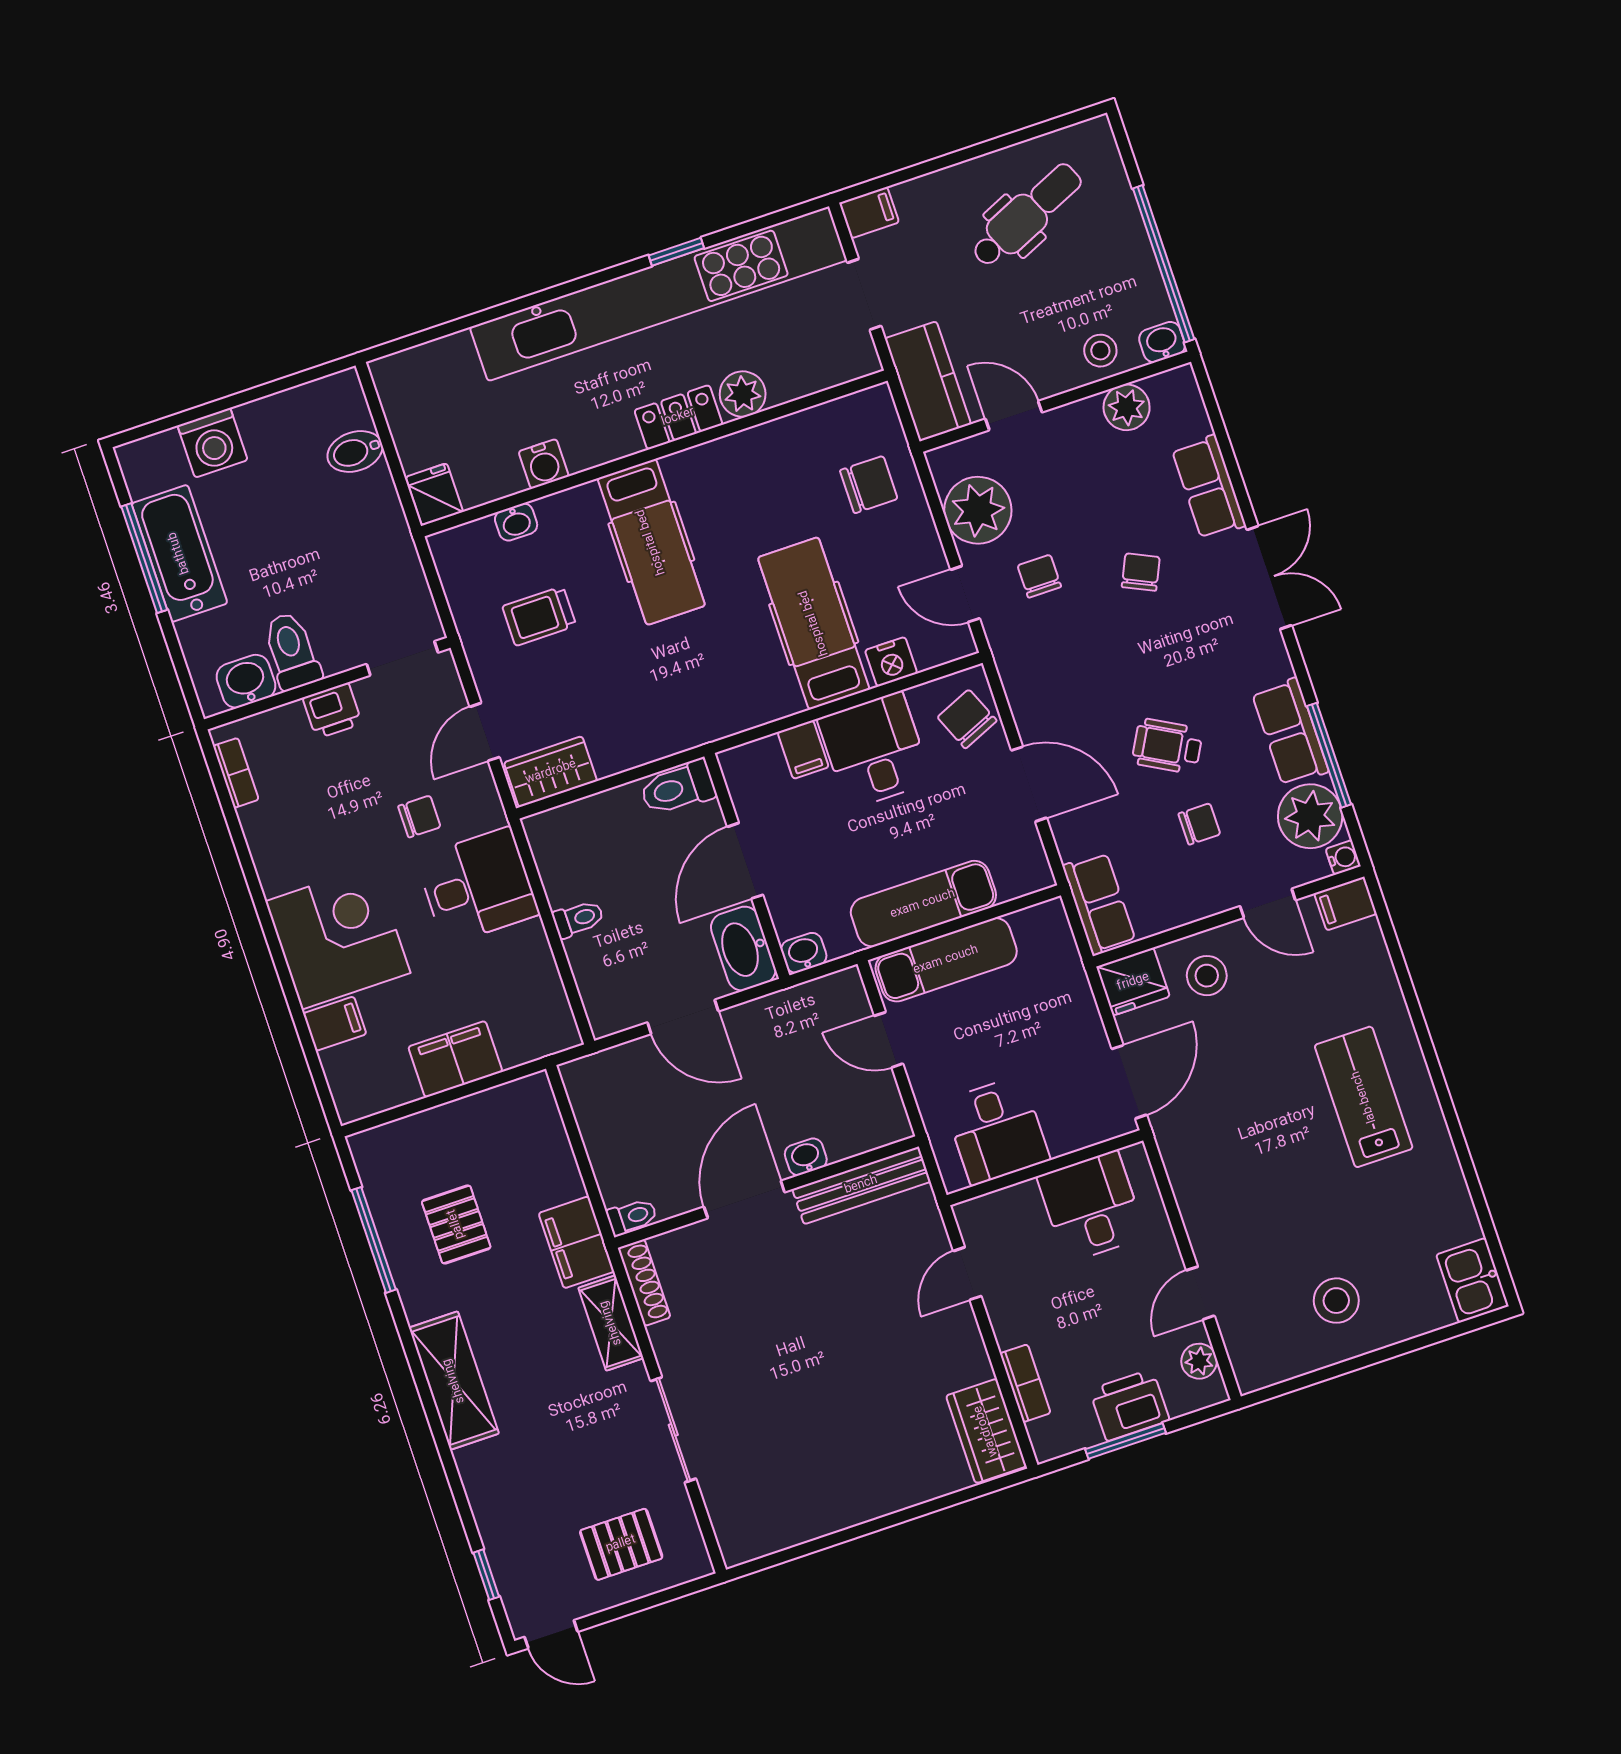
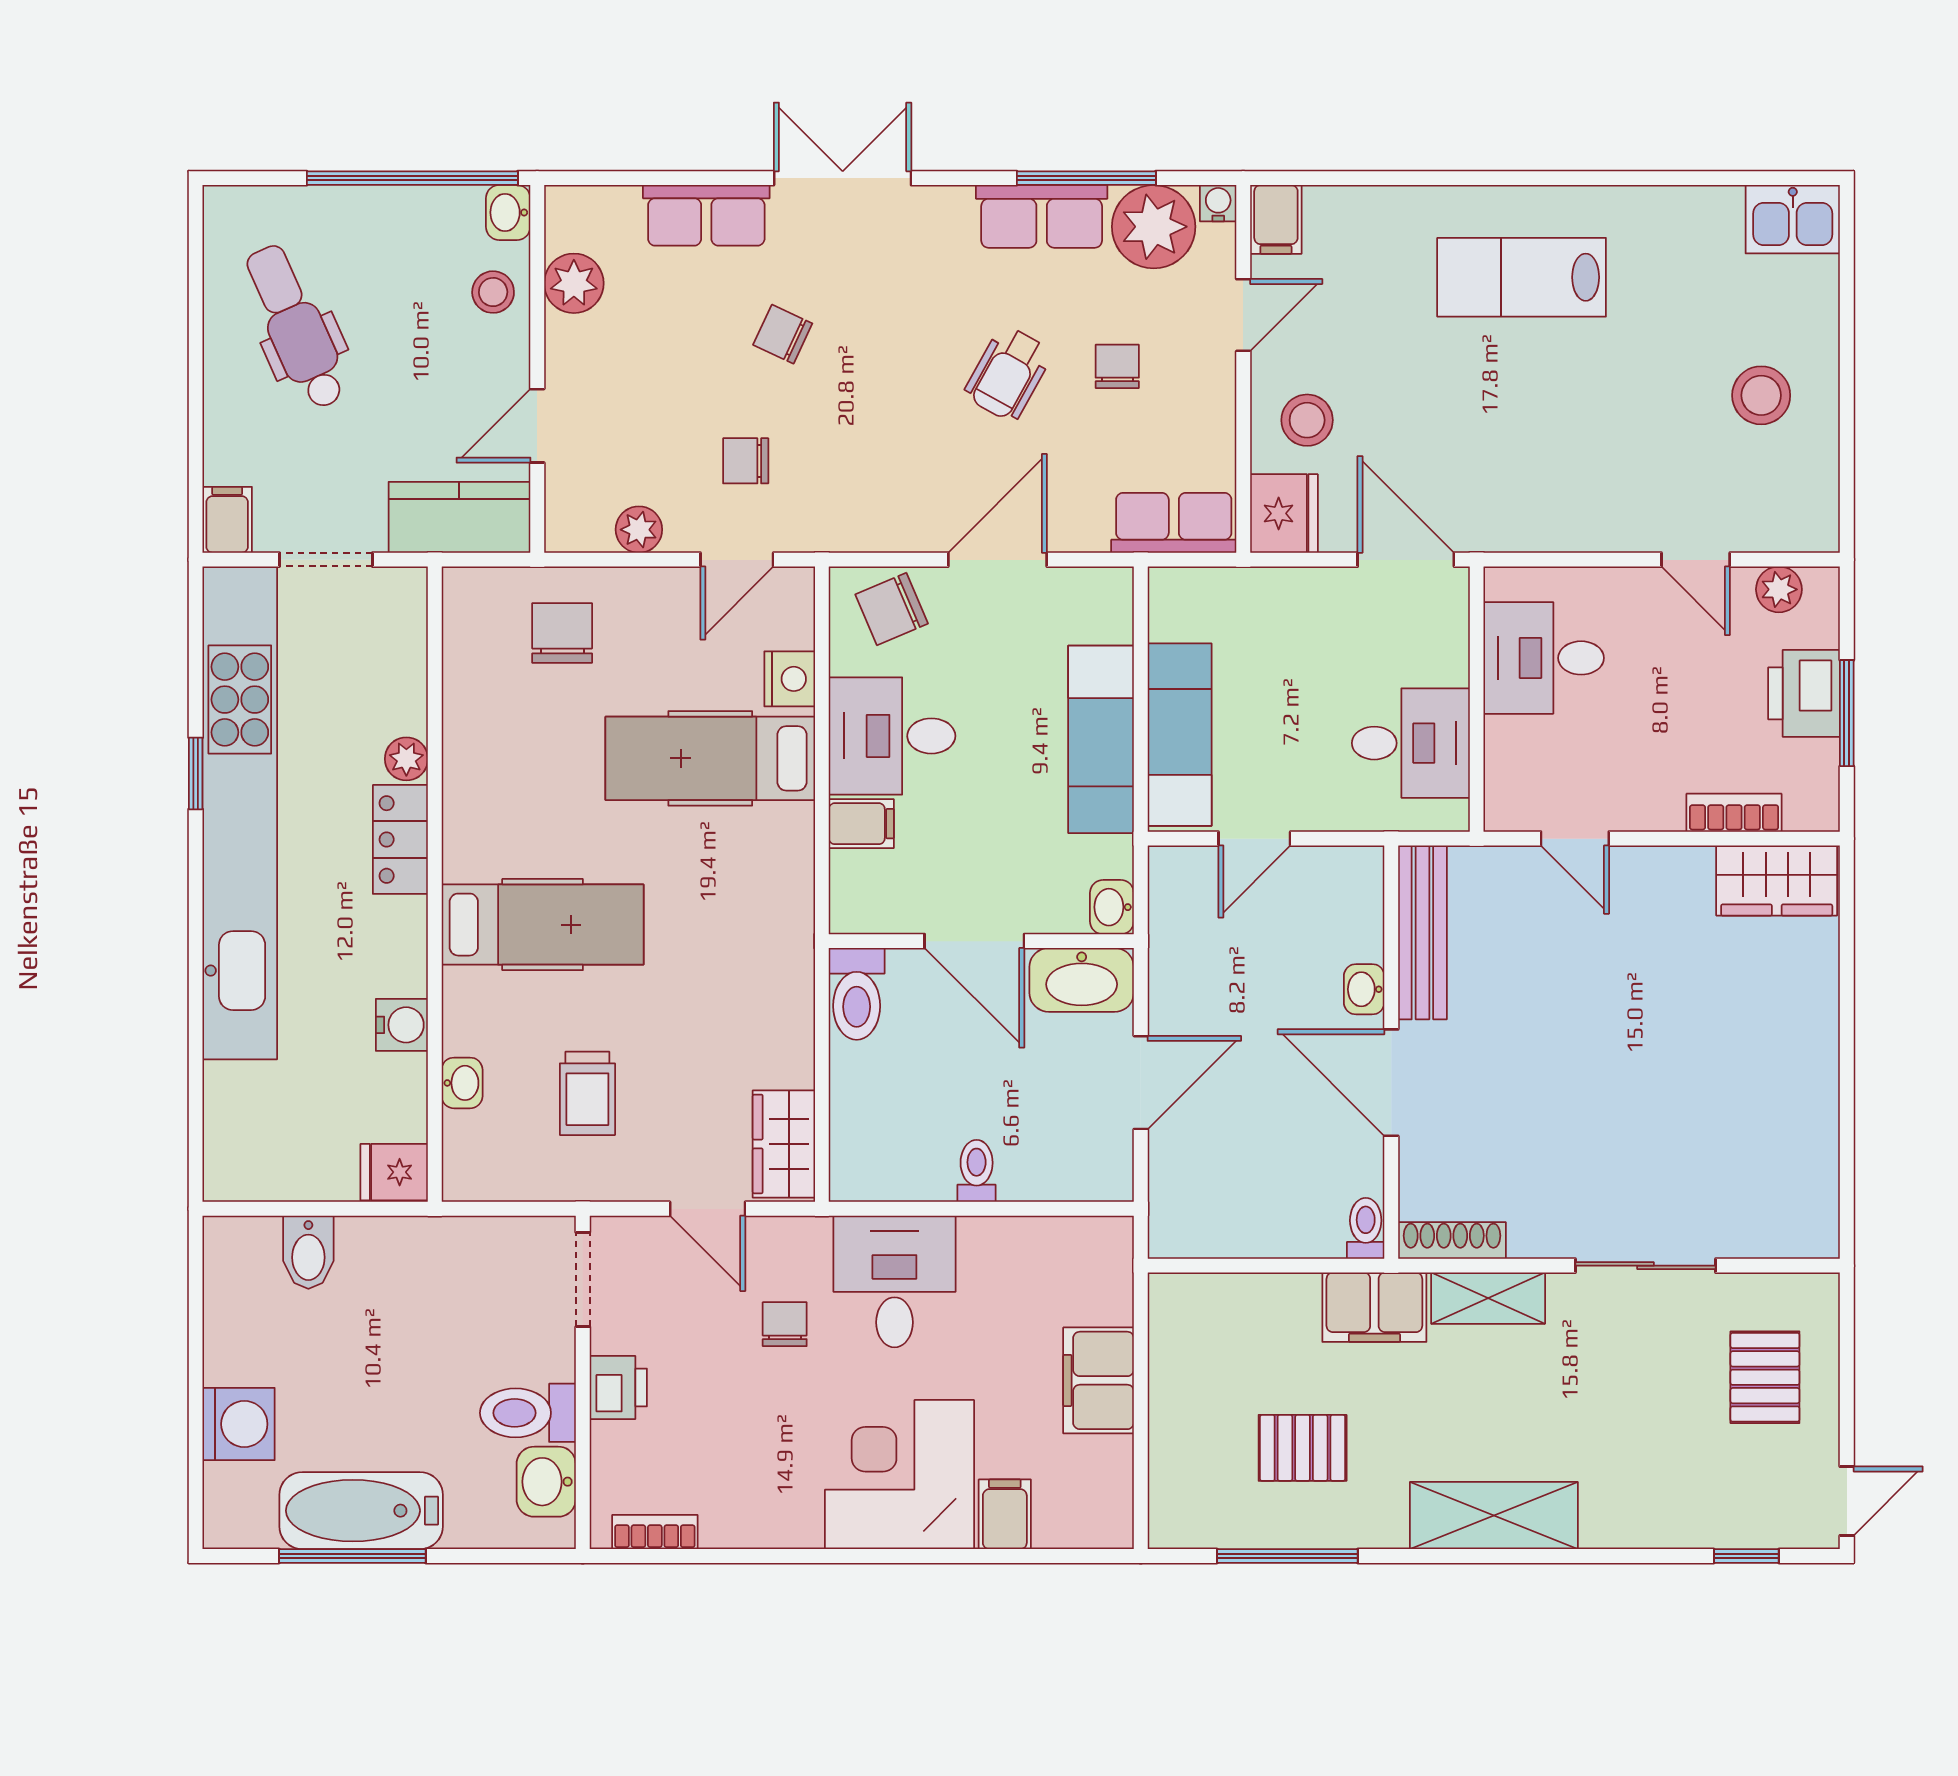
plant: (743, 394) -> (406, 759), width x0.73, depth x0.73
plant: (978, 510) -> (639, 530), width x0.53, depth x0.53

